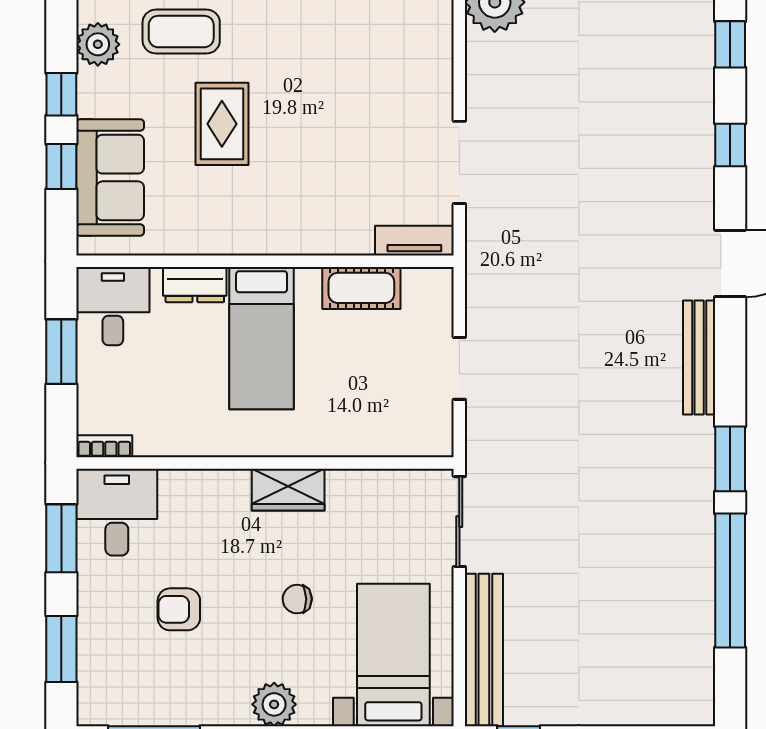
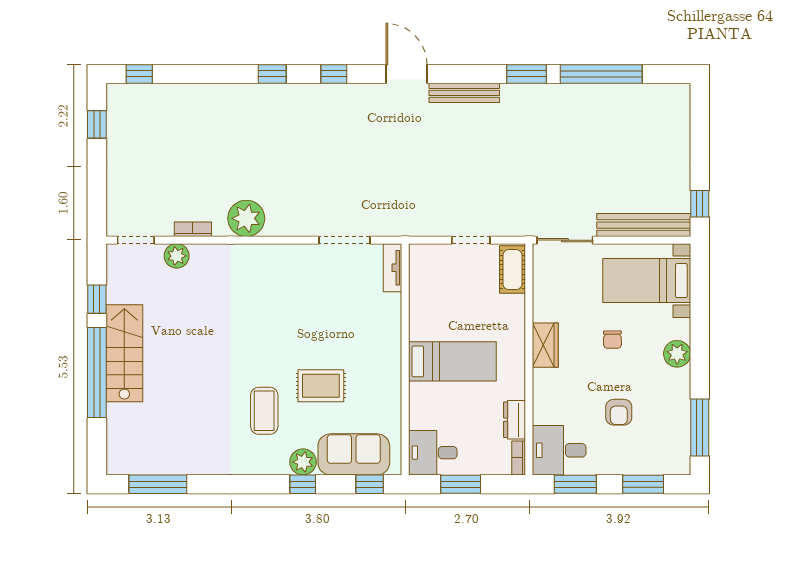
plant: (98, 44) -> (303, 462), moved
window: (61, 167) -> (370, 484), moved
dresser: (195, 285) -> (515, 420), moved, turned 180
cot: (361, 288) -> (512, 270), moved

